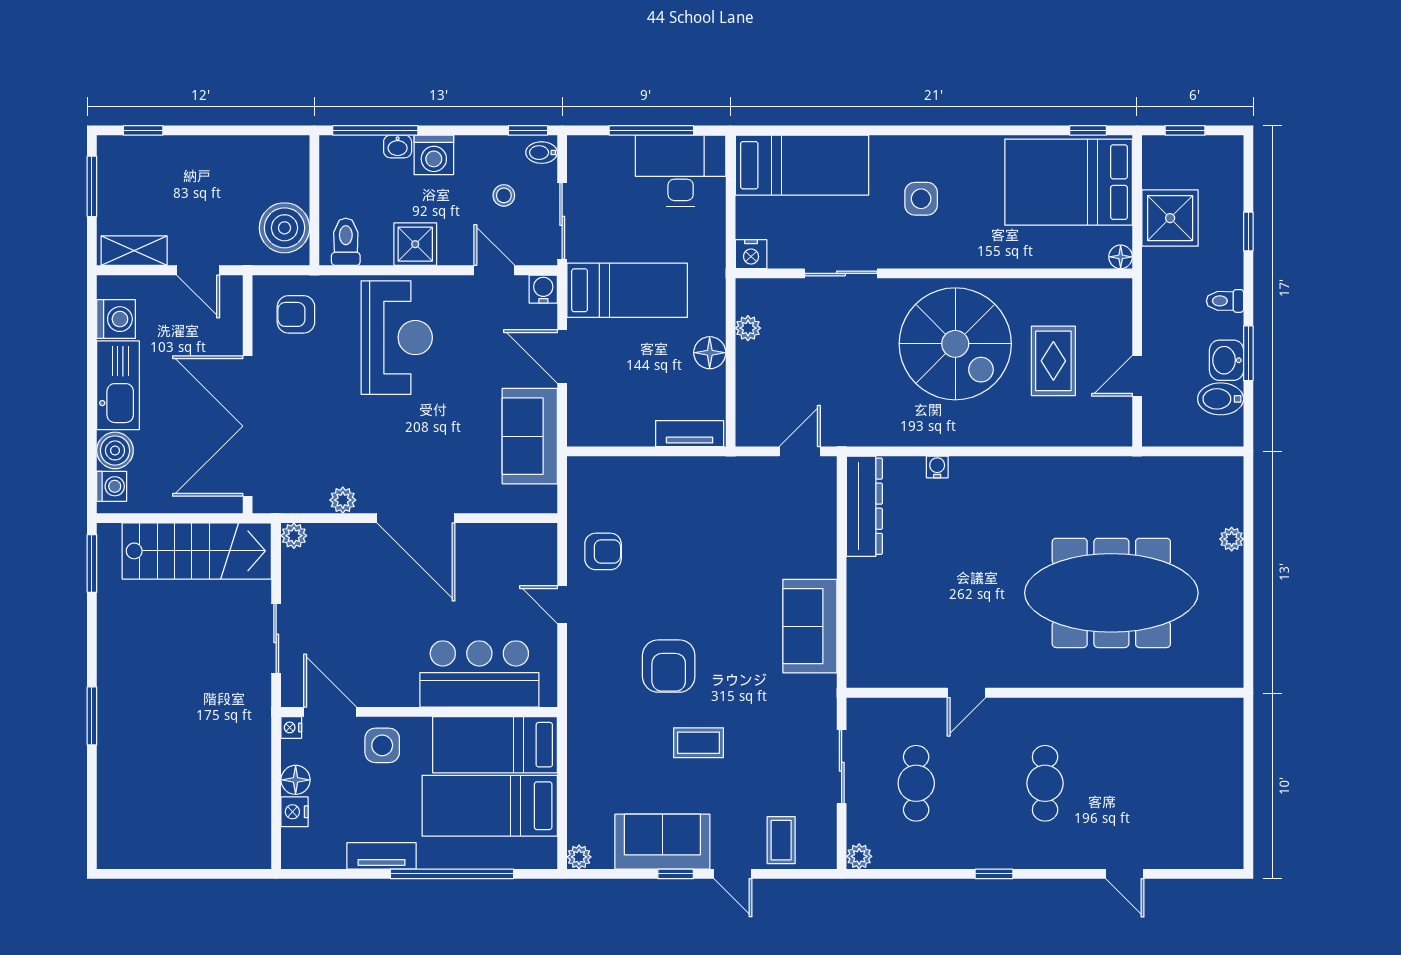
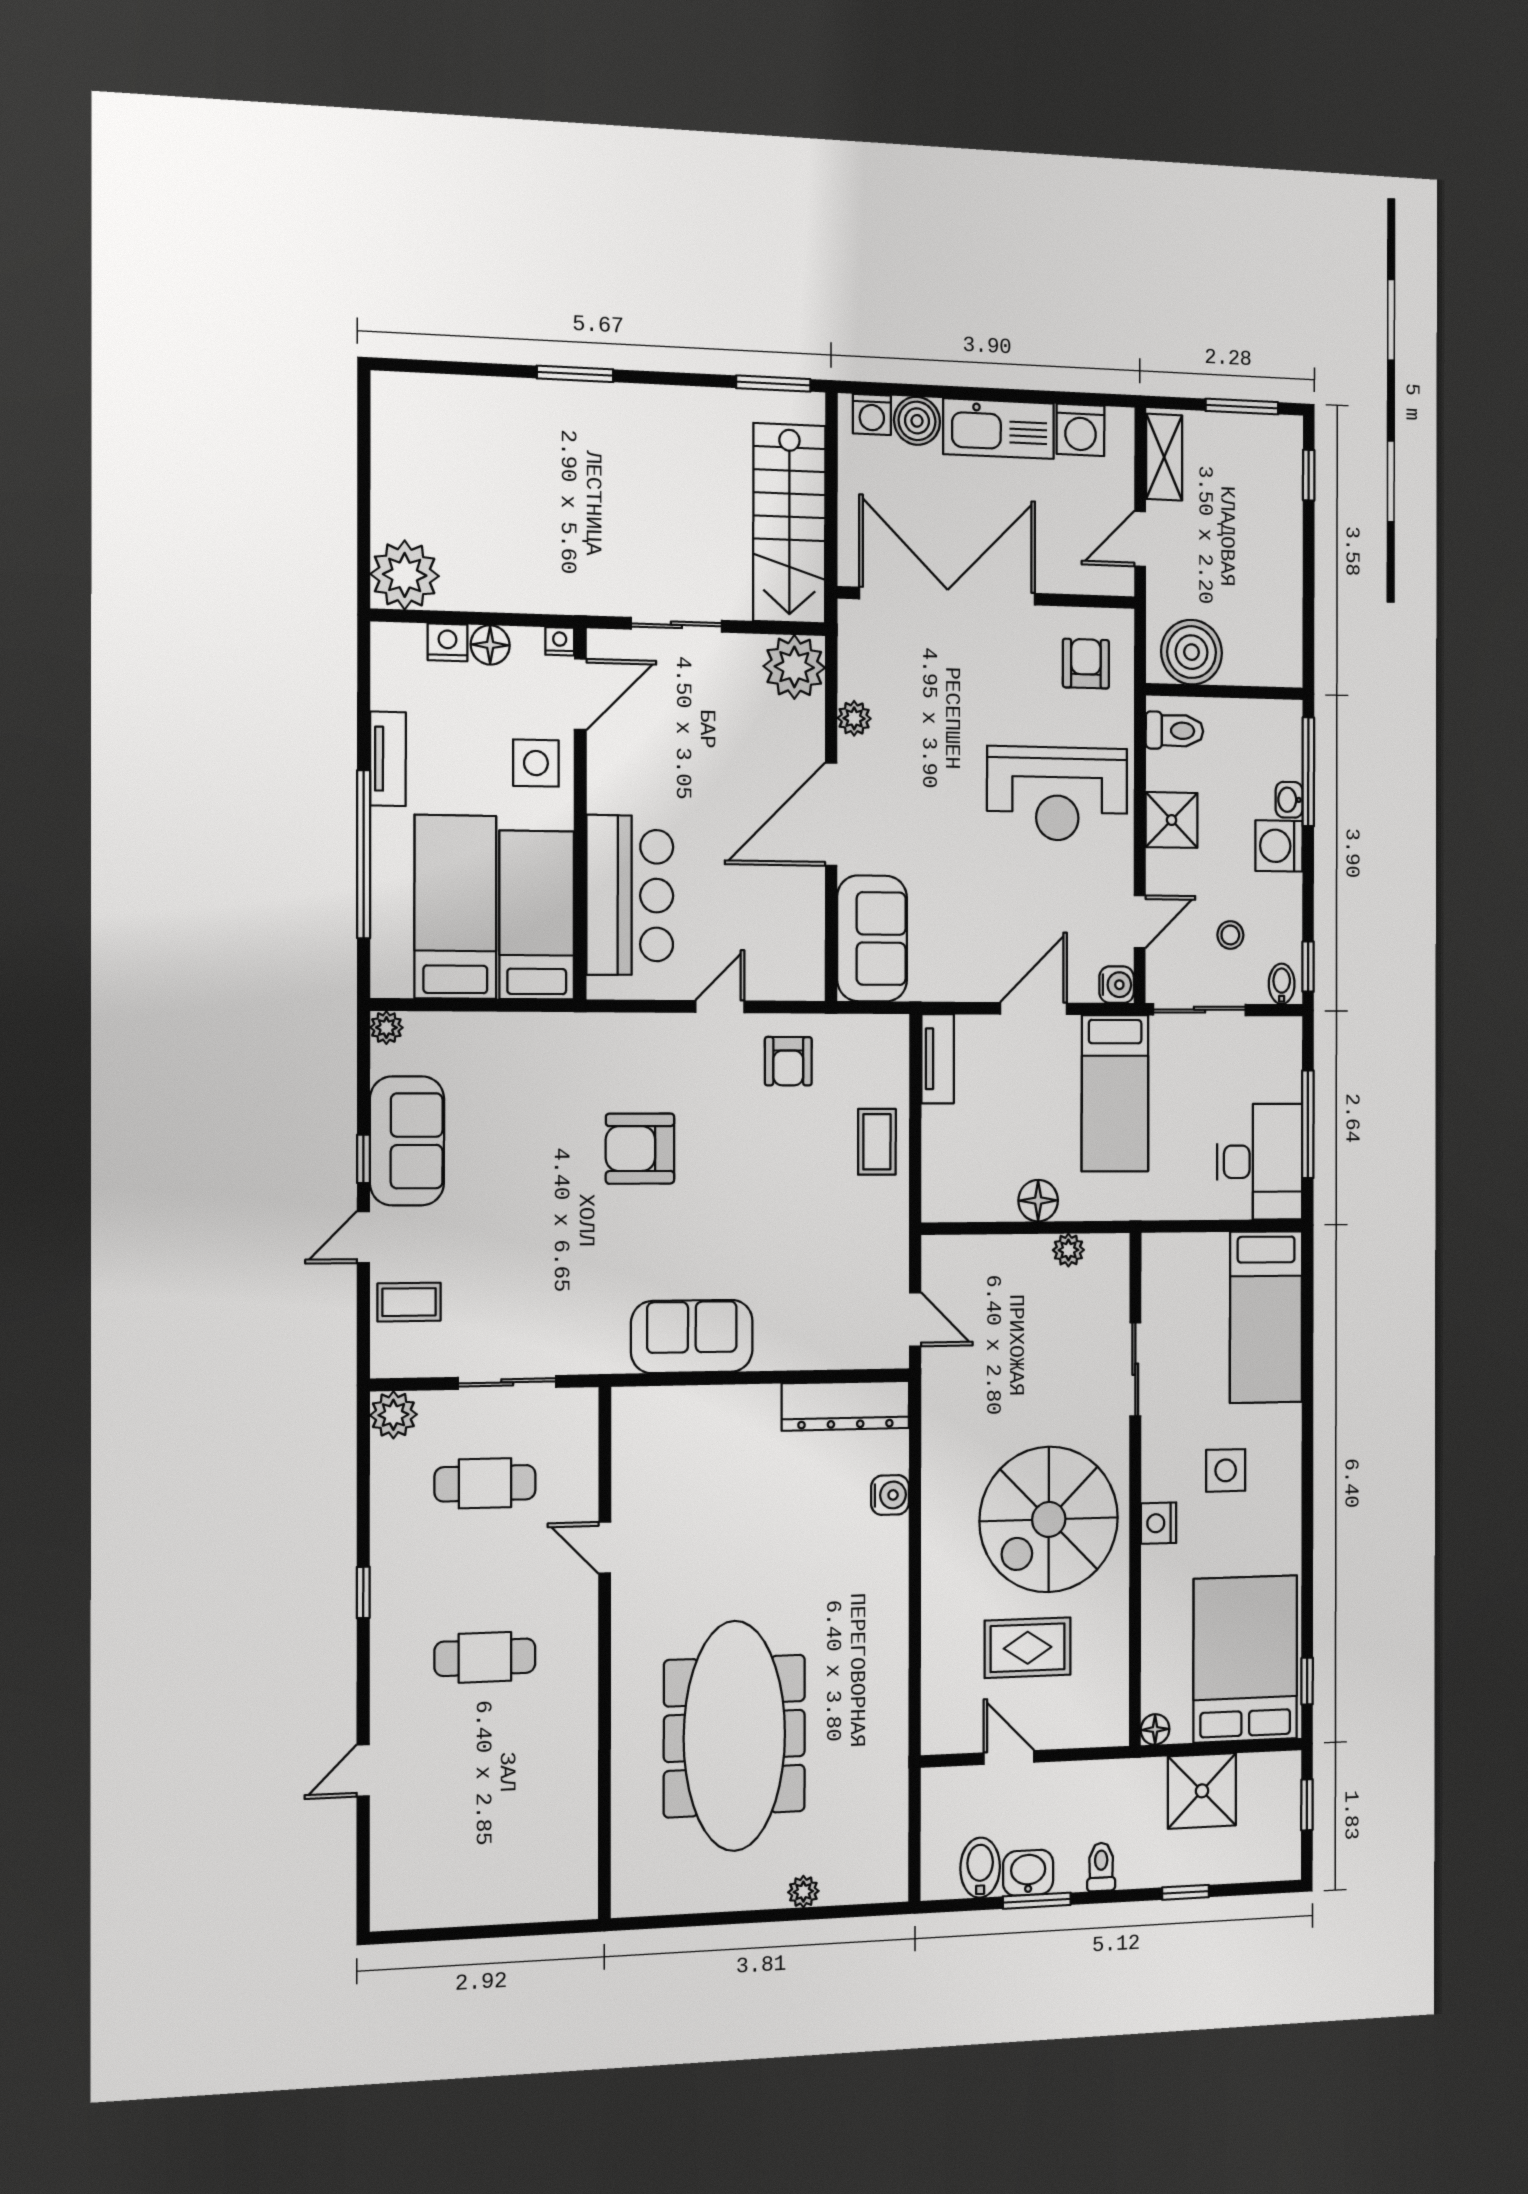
nightstand: (751, 254) -> (1159, 1523), moved
tv unit: (690, 434) -> (938, 1059), moved
sofa: (530, 436) -> (872, 938), moved, turned 90
water cooler: (937, 467) -> (890, 1495), width x1.38, depth x1.38
plant: (294, 536) -> (794, 667), width x1.88, depth x1.88
coffee table: (698, 743) -> (877, 1142), moved
plant: (246, 844) -> (405, 575), added
plant: (859, 856) -> (393, 1415), width x1.38, depth x1.38

